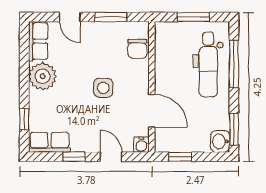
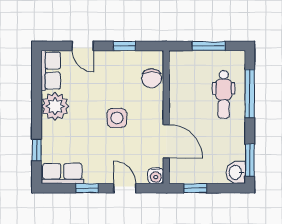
window: (111, 17) -> (124, 46), width x0.67
dental chair: (208, 65) -> (224, 94), width x0.73, depth x0.72

